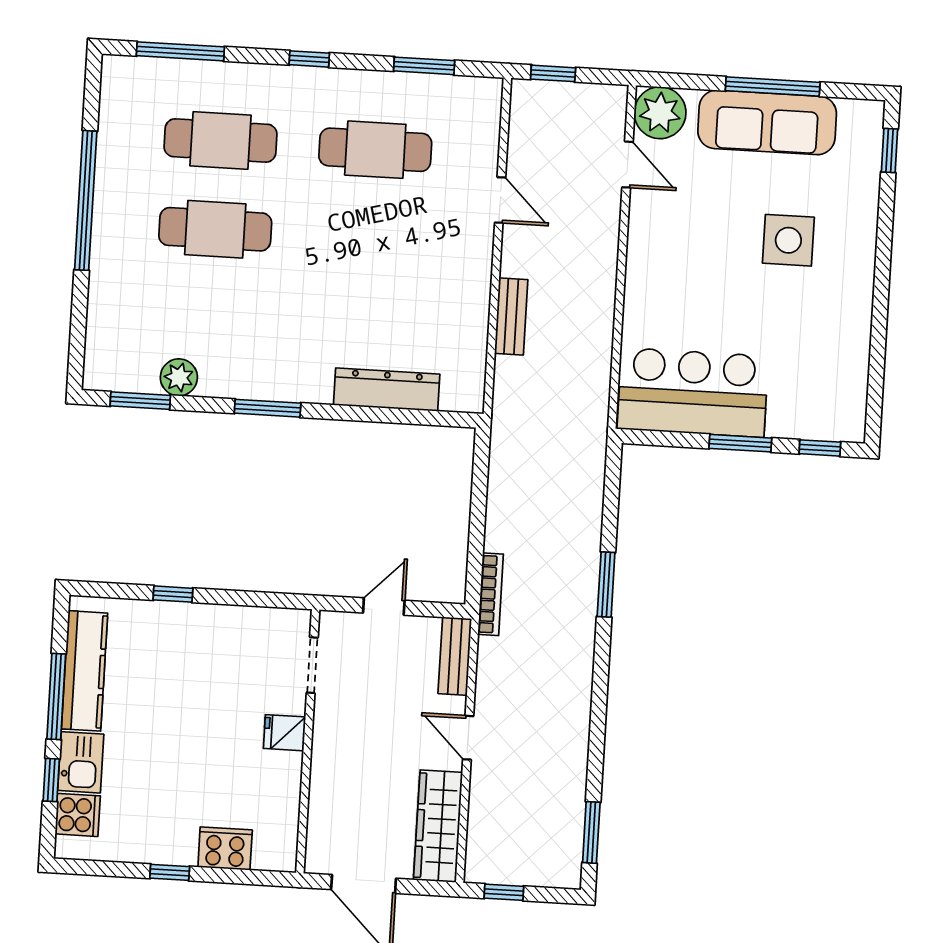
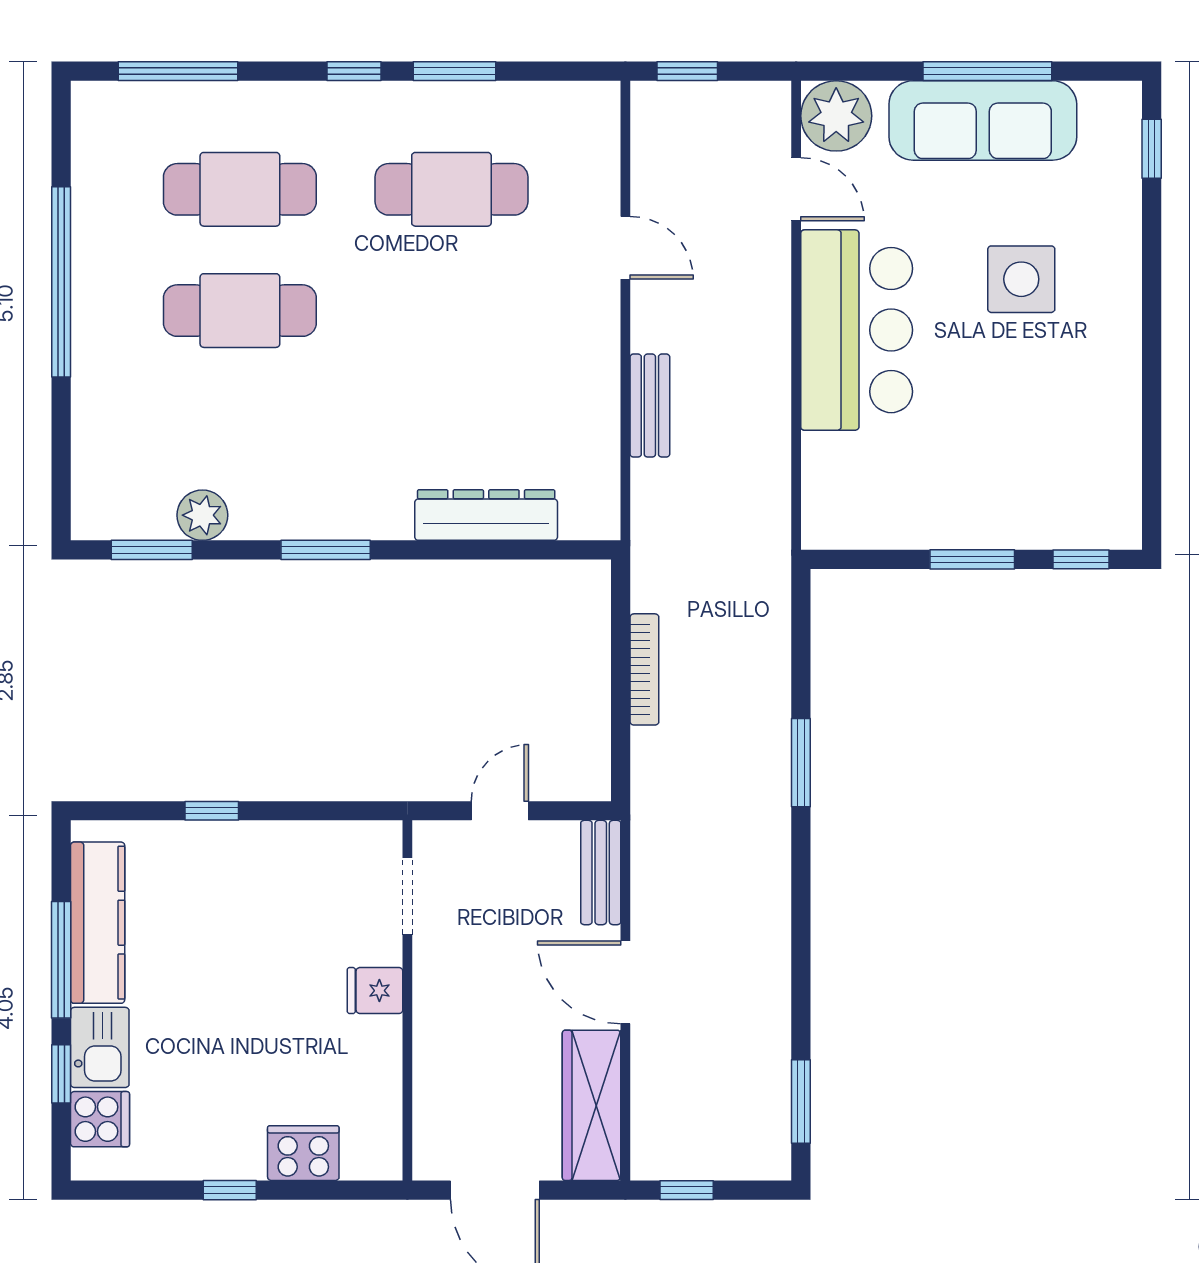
window: (424, 66) -> (454, 71), moved
bar counter: (693, 393) -> (857, 330), moved, turned 90
bookcase: (491, 594) -> (644, 669), moved
door: (468, 738) -> (625, 982), width x1.38

